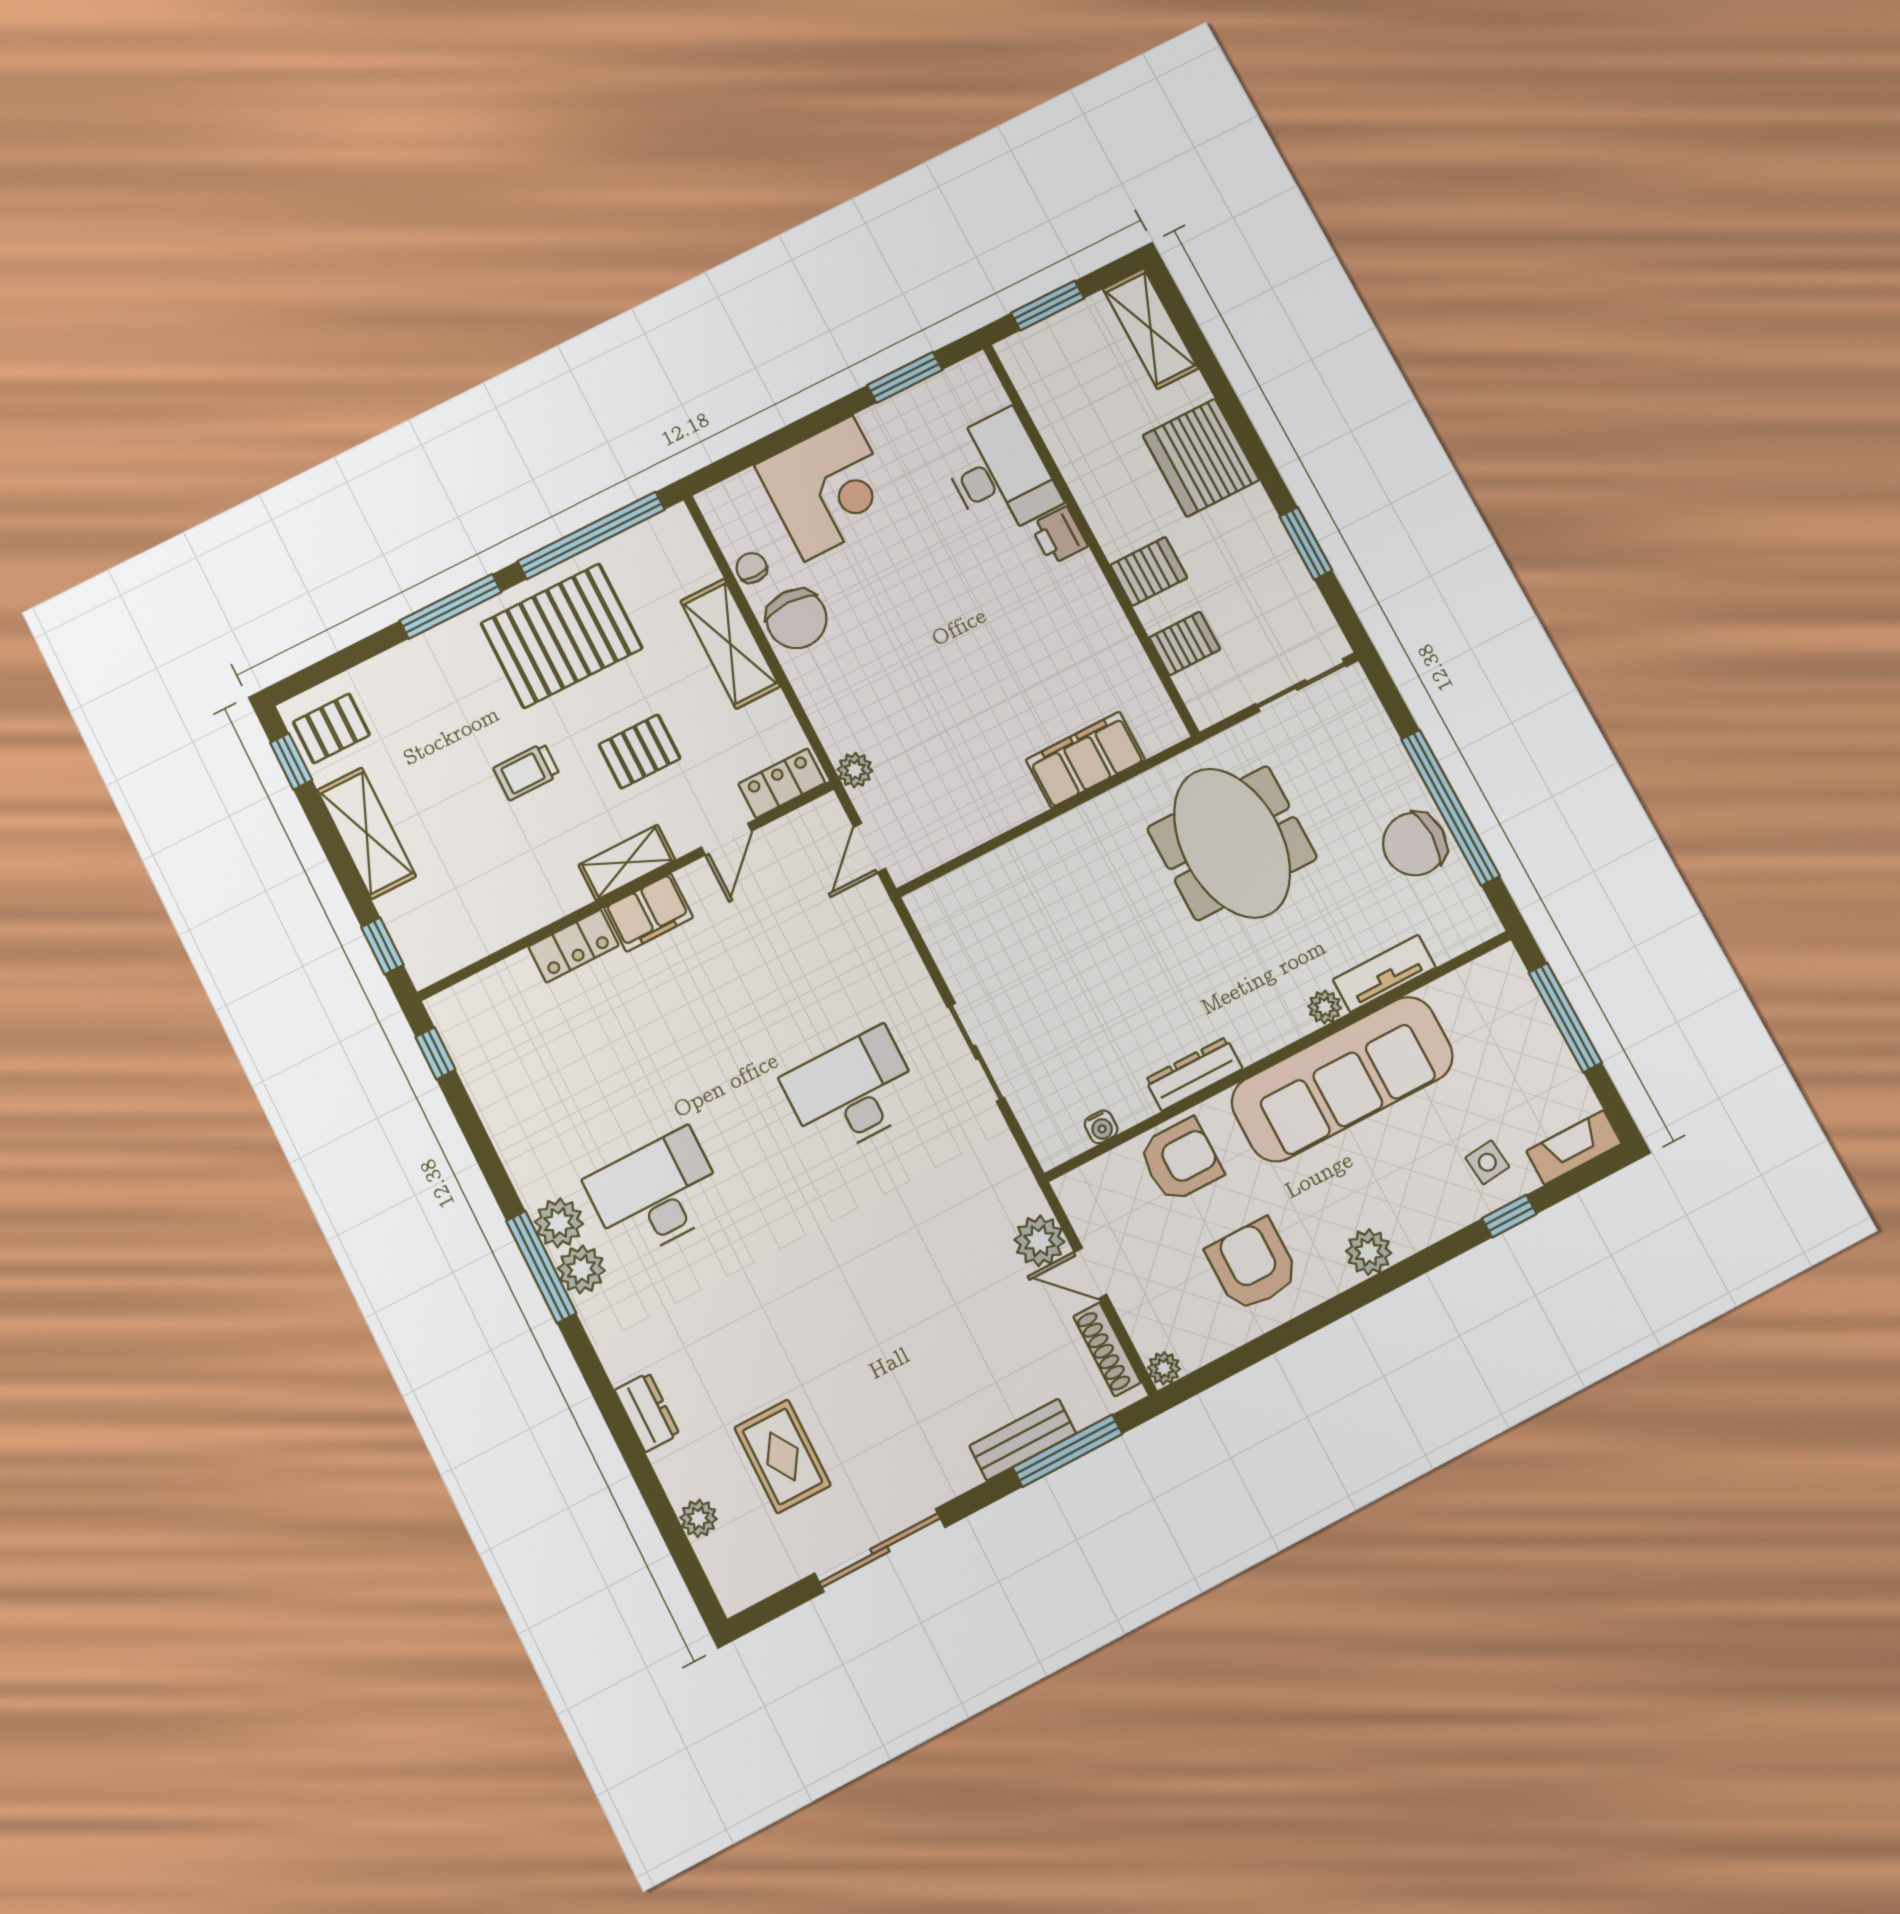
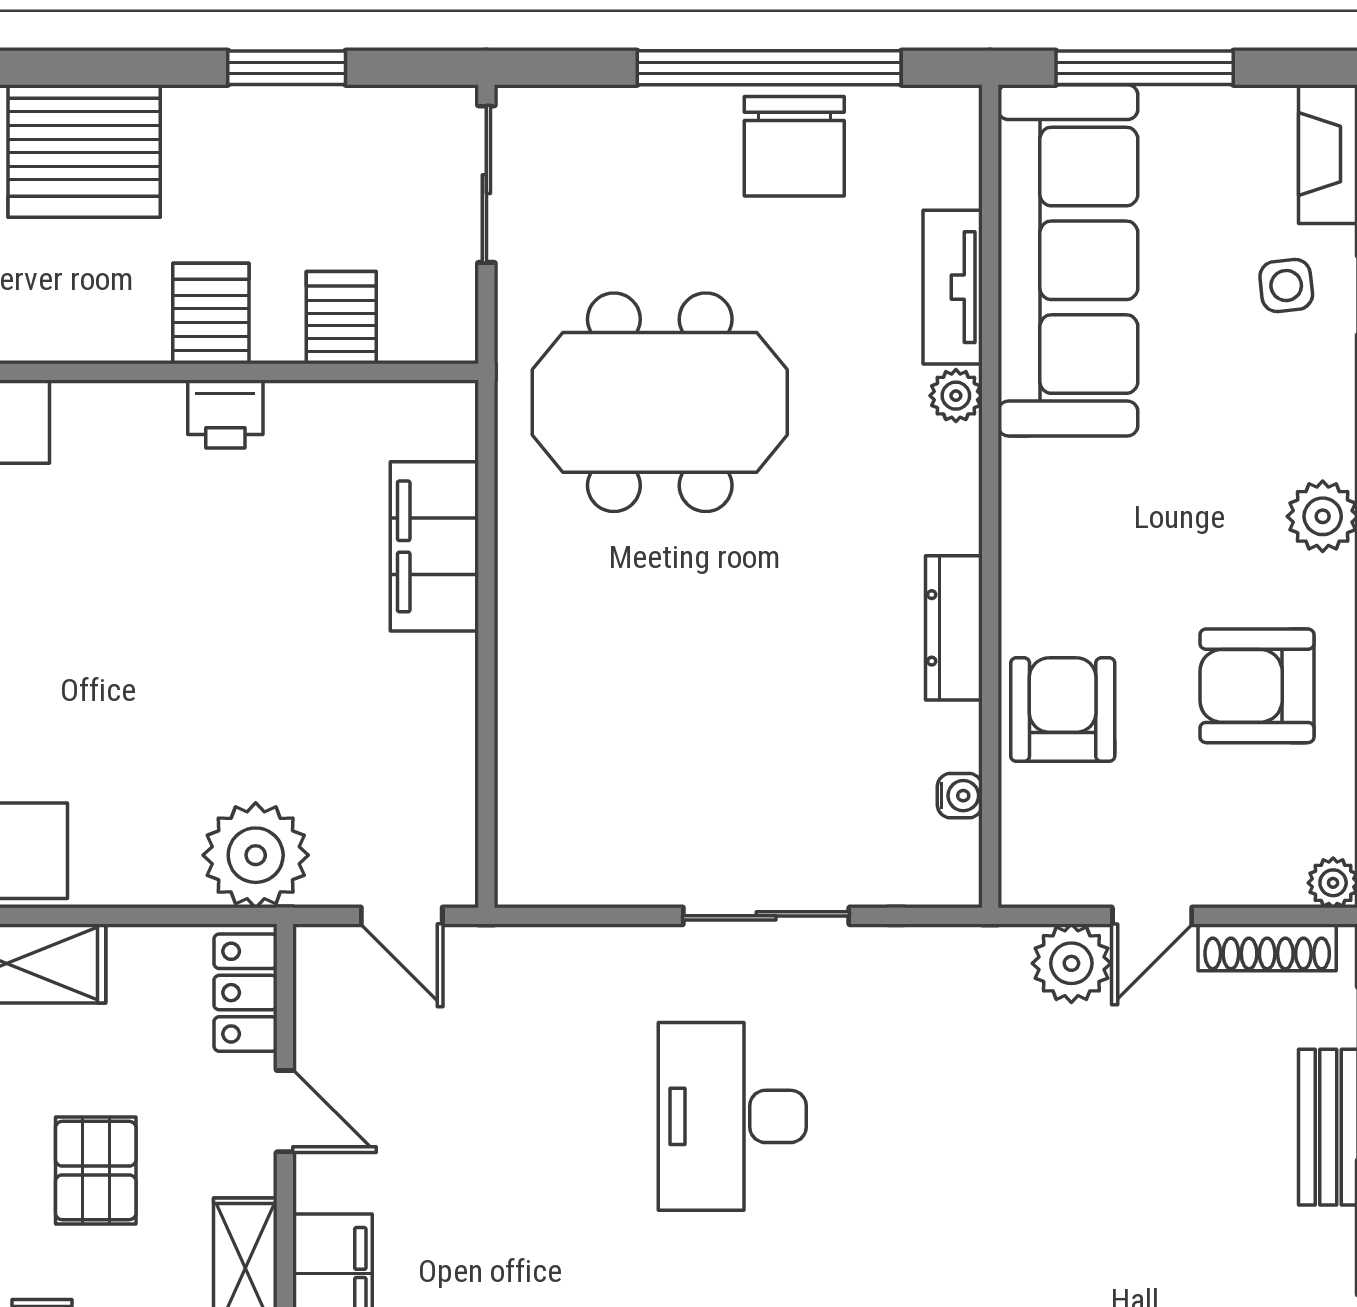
printer: (1059, 536) -> (225, 414), moved
plant: (855, 770) -> (256, 855), width x1.88, depth x1.88
sofa: (1342, 1079) -> (1068, 260), moved

